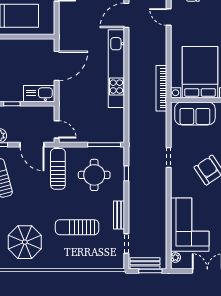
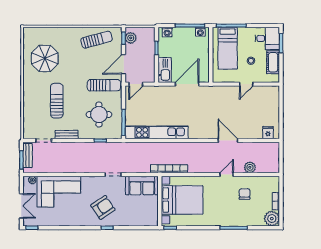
door: (57, 66) -> (187, 84), swing flipped
kitchen unit: (116, 69) -> (157, 132), moved
sofa: (195, 113) -> (142, 186), moved, turned -90

